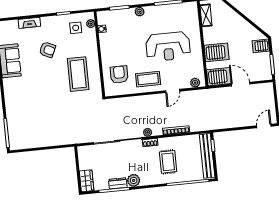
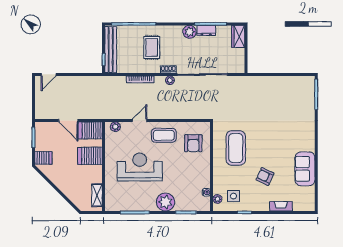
plant: (140, 12) -> (165, 202), width x1.88, depth x1.88

